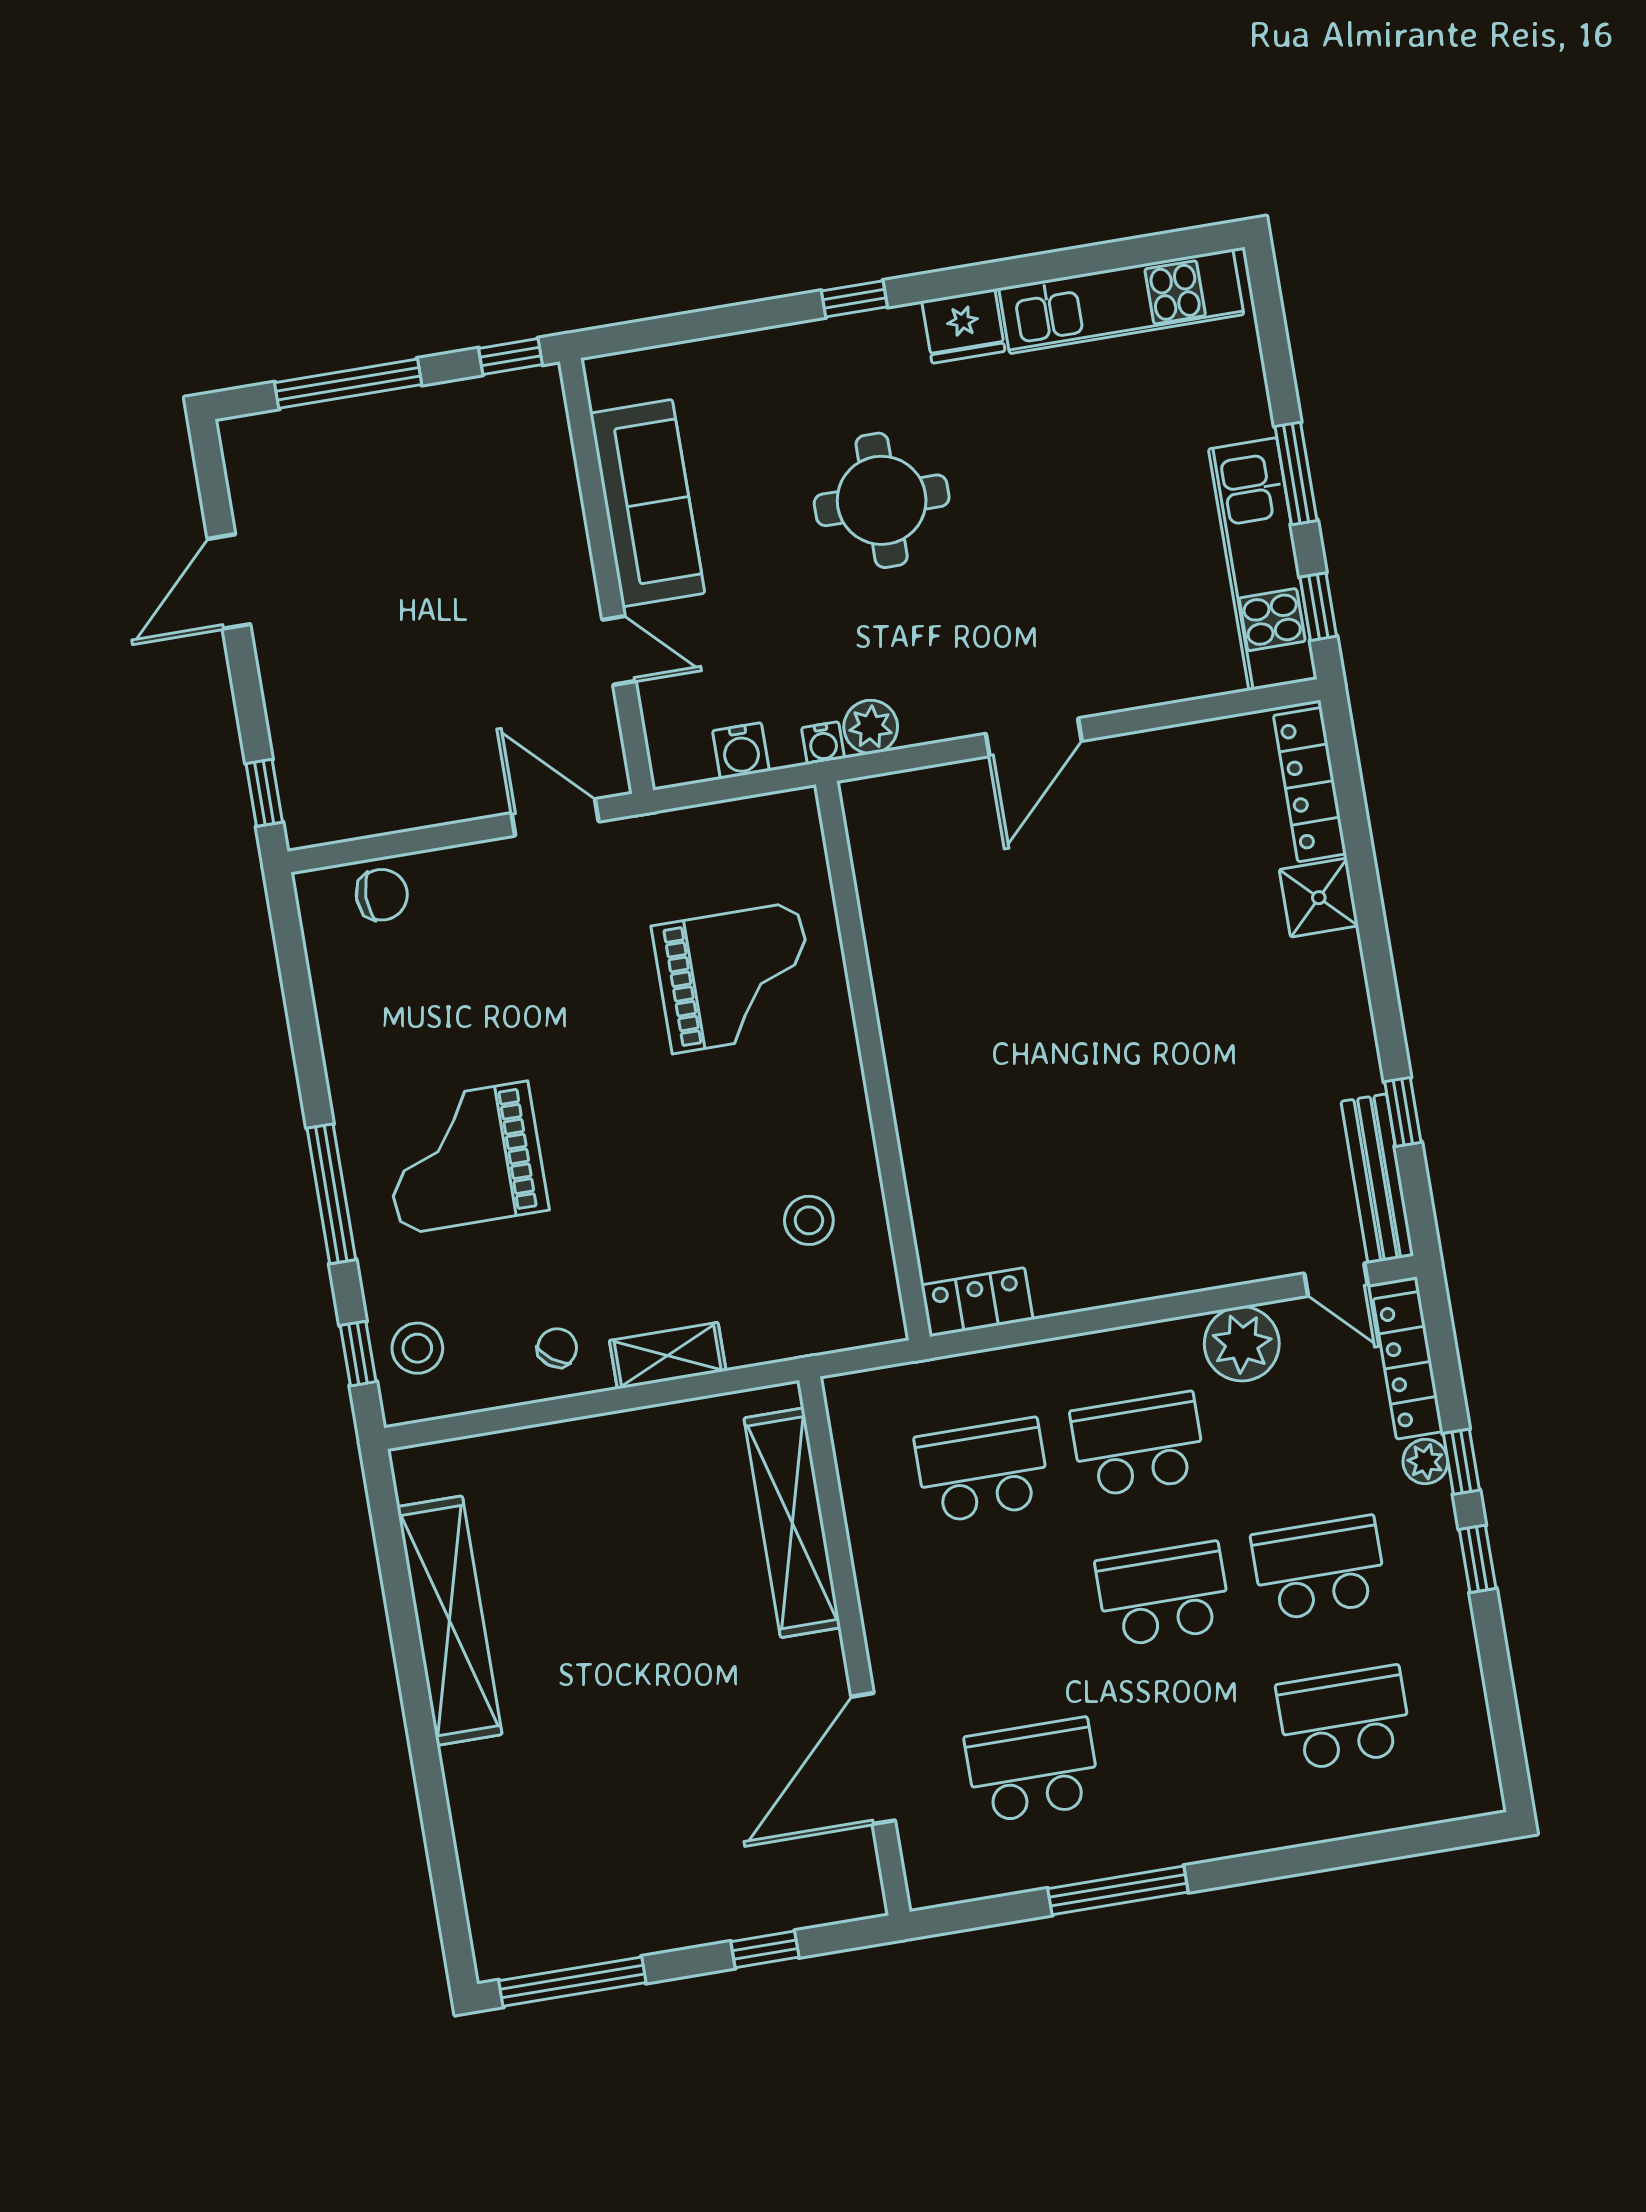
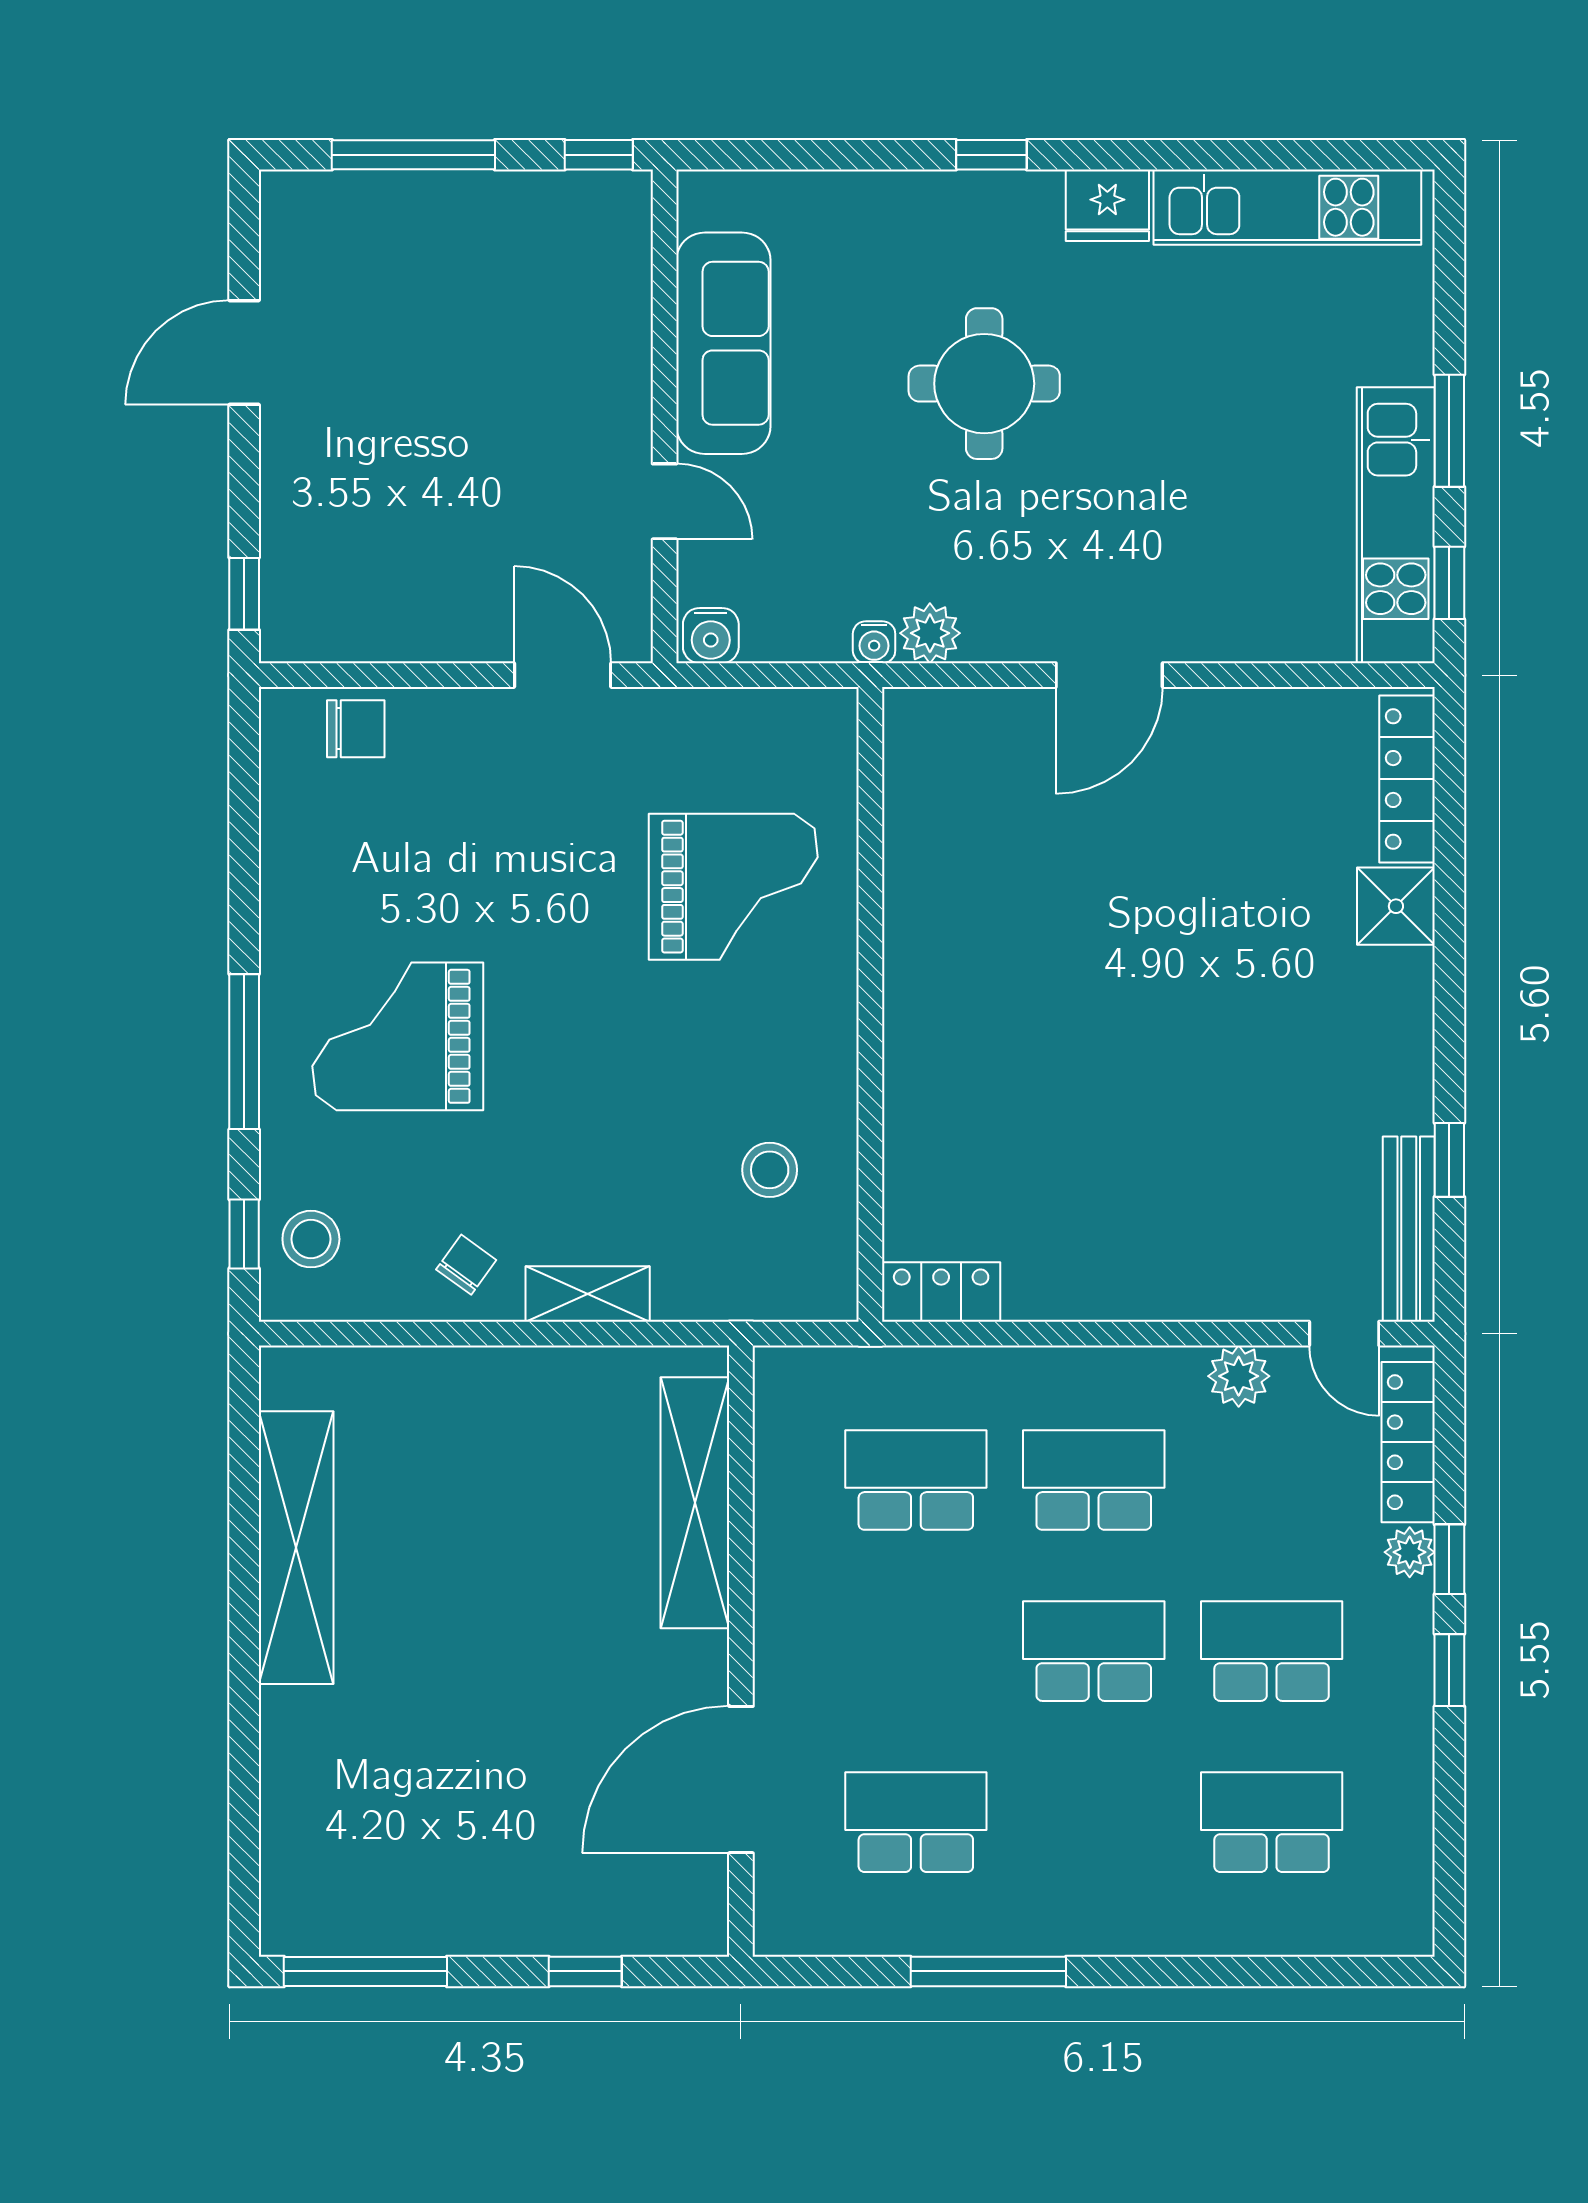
water cooler: (741, 751) -> (711, 636), moved
plant: (1242, 1344) -> (1239, 1376), width x0.73, depth x0.73

